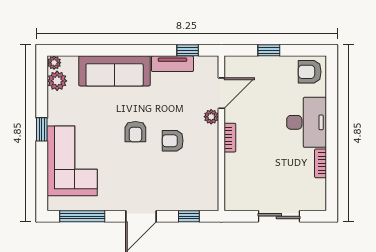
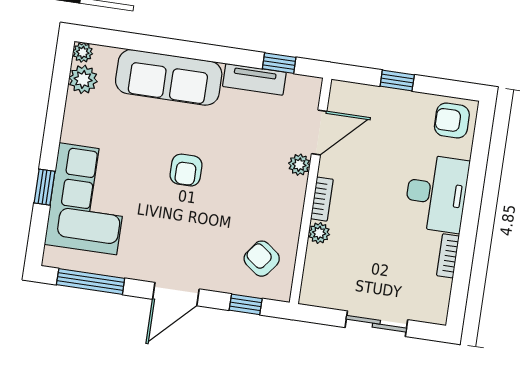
window: (42, 129) -> (44, 187), moved
armchair: (173, 141) -> (262, 259), moved, turned 37
plant: (231, 161) -> (319, 233), added

